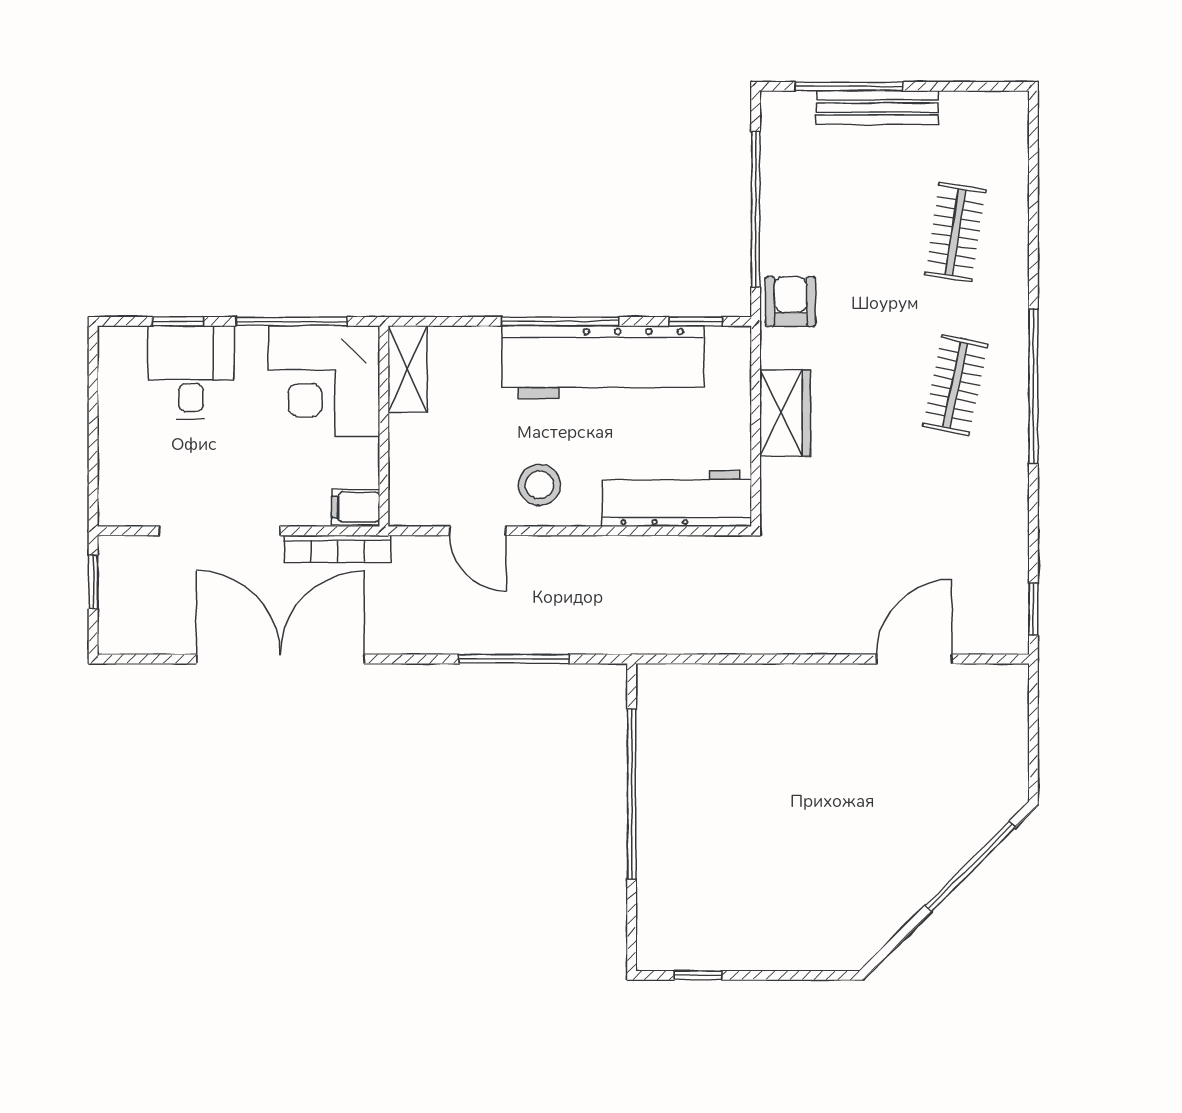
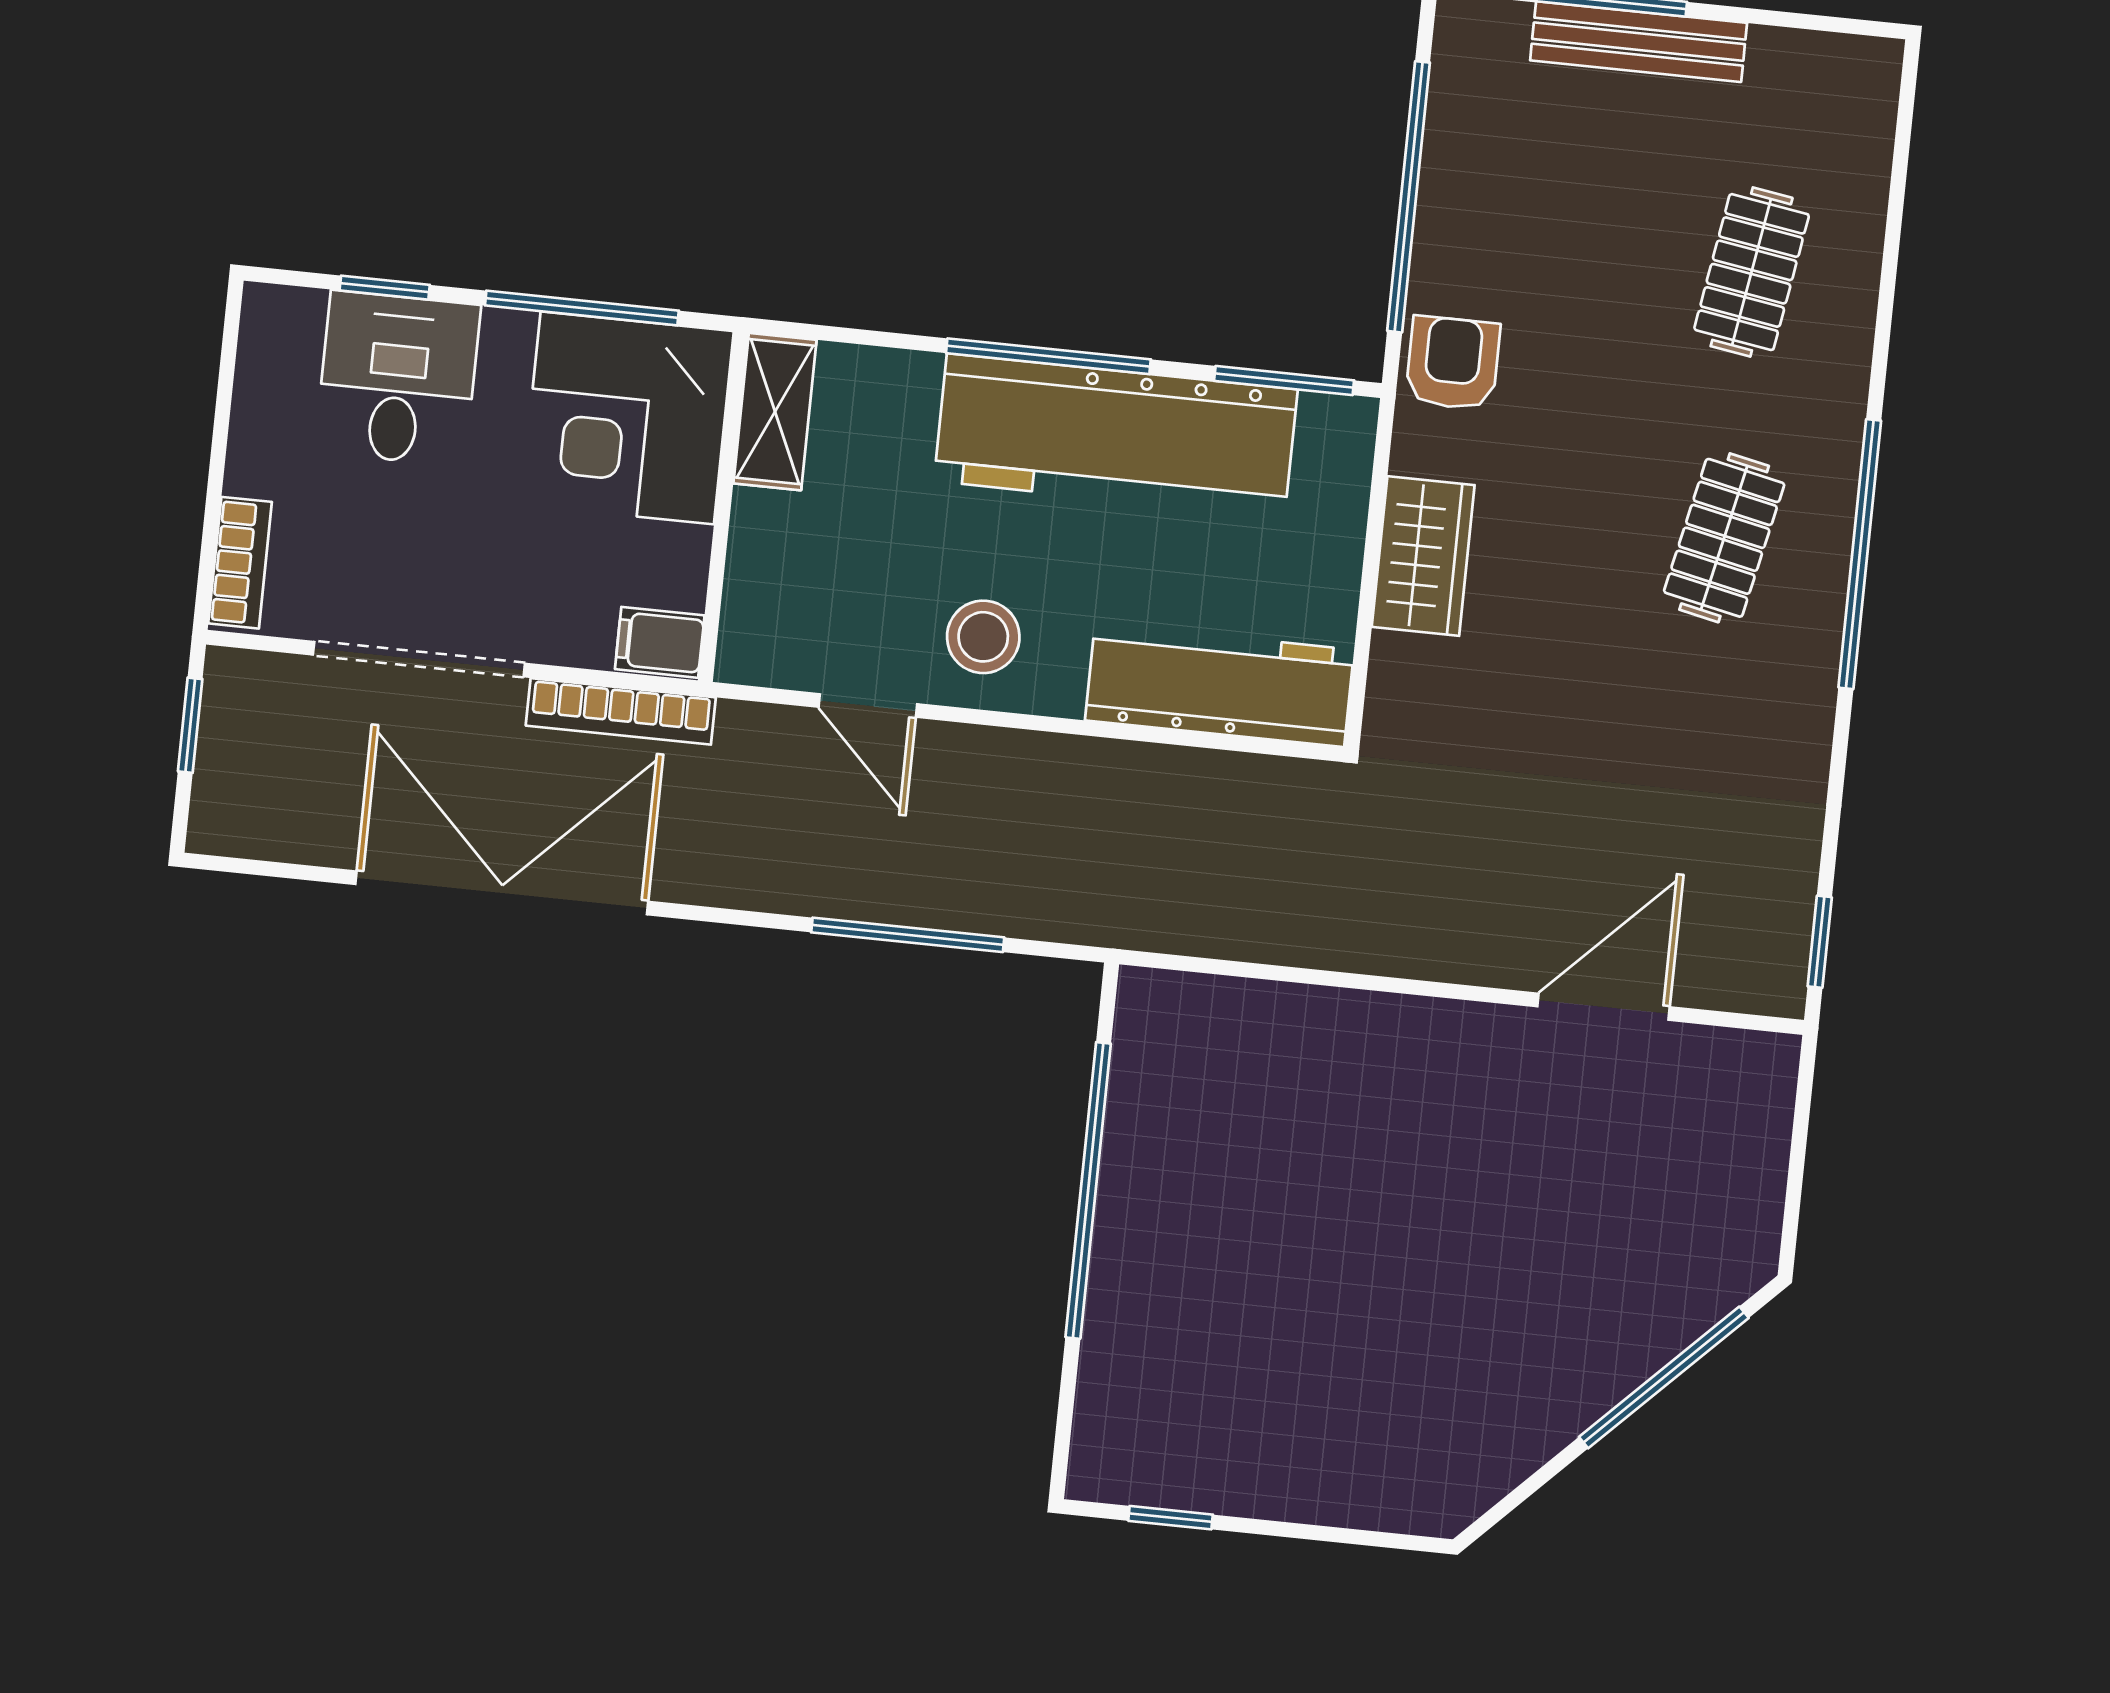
window: (696, 321) -> (1284, 381), width x1.50
bookcase: (112, 486) -> (240, 563), added

